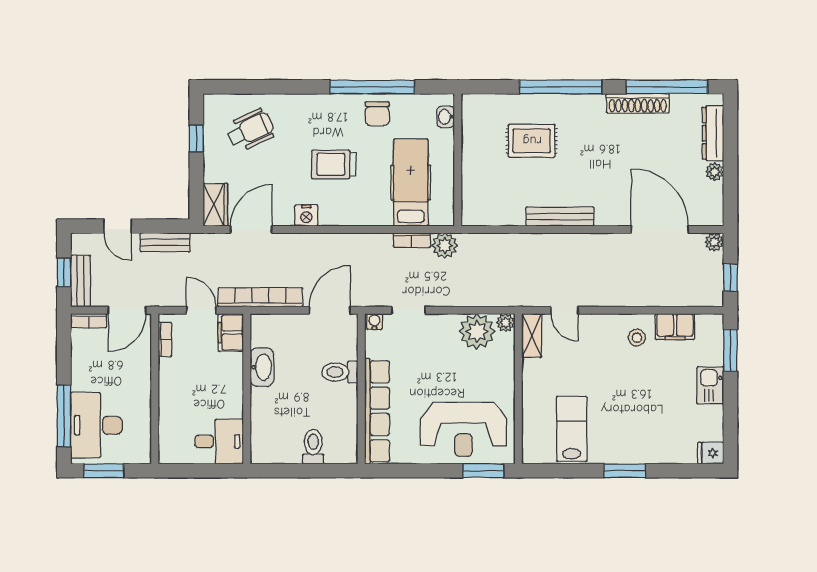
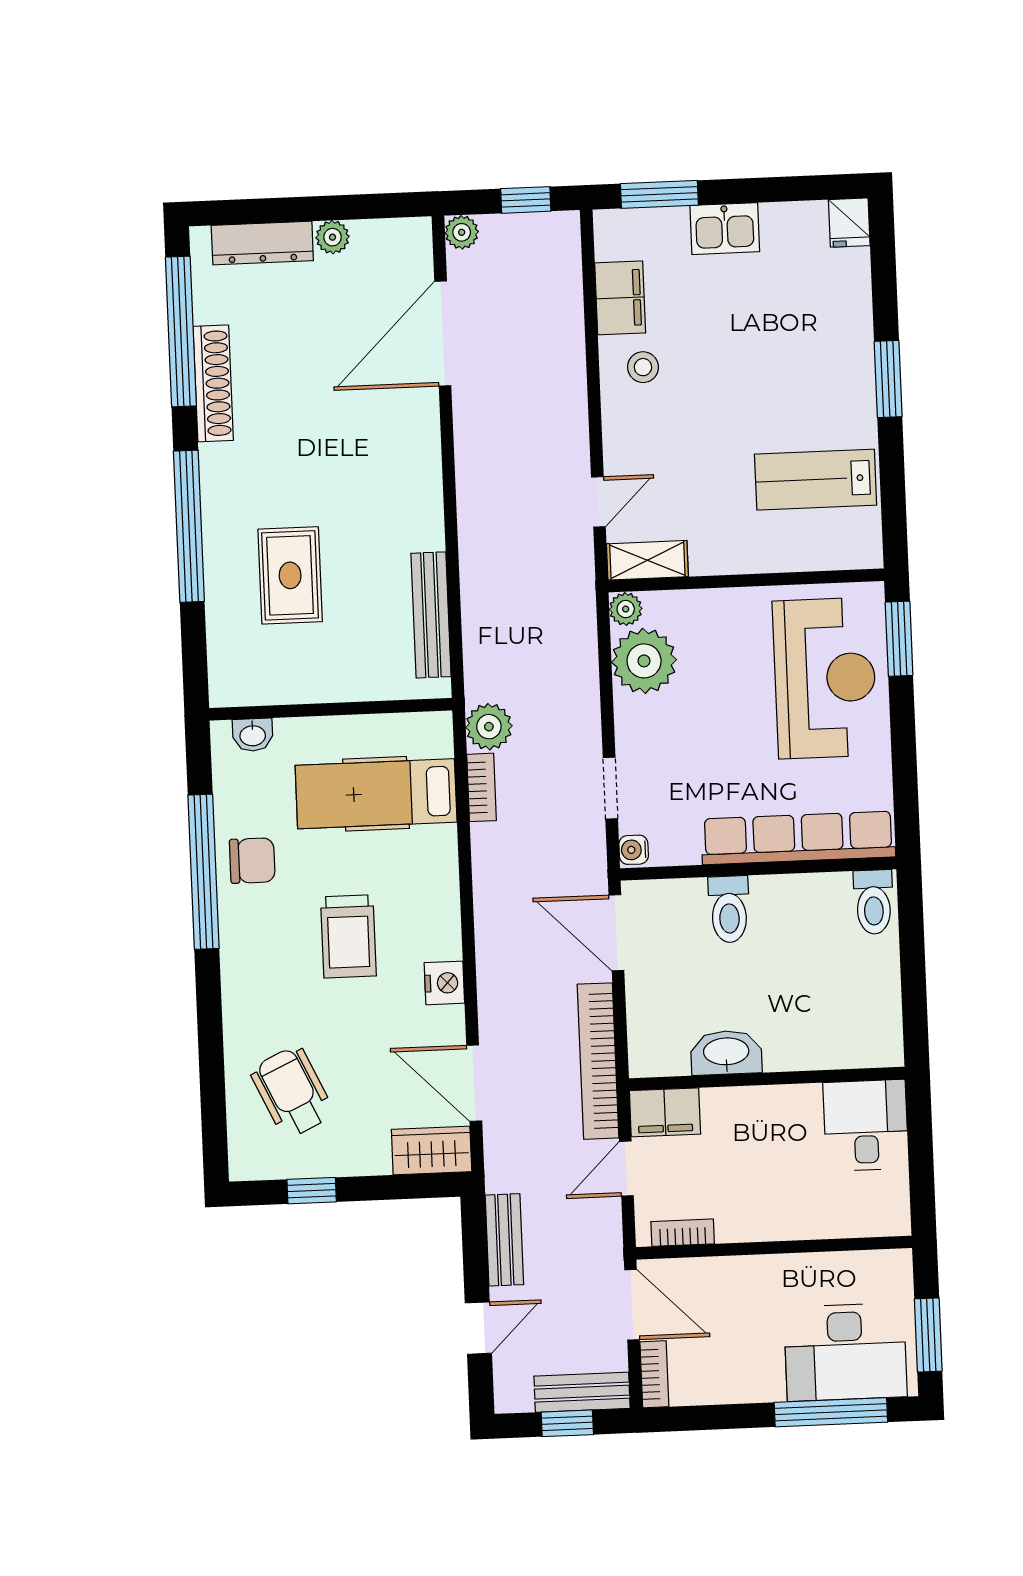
bench: (560, 217) -> (431, 615), moved
toilet: (313, 447) -> (874, 902), moved, turned -90

